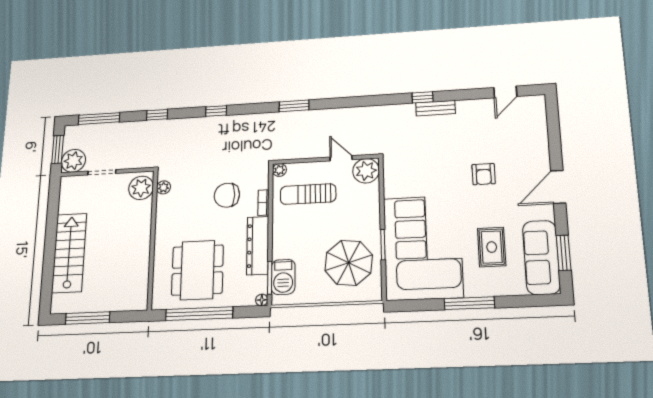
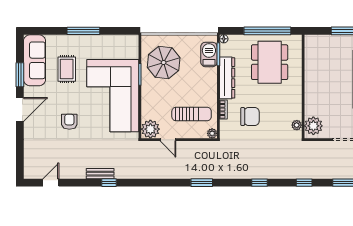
corner sofa: (423, 247) -> (113, 96), moved
window: (564, 253) -> (20, 75), moved

